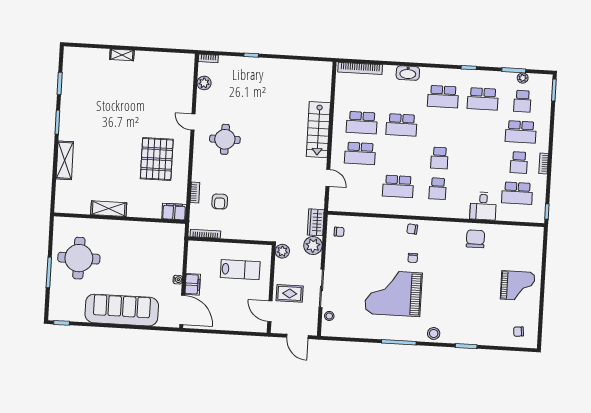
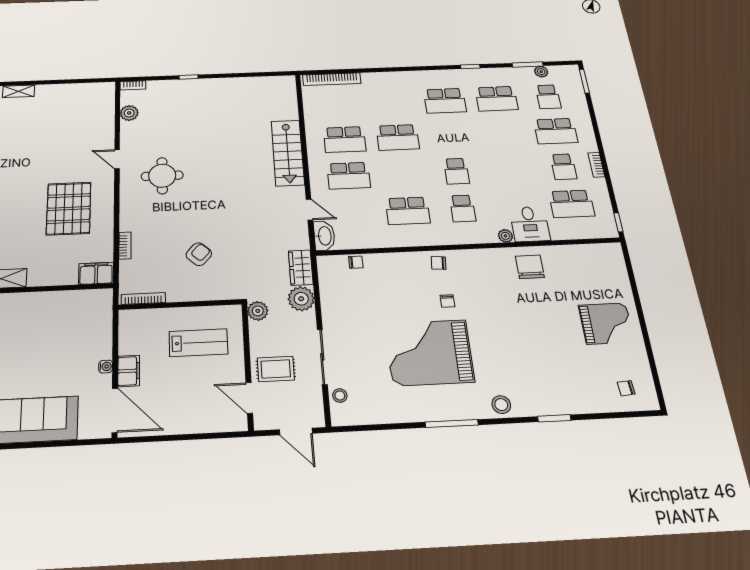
washbasin: (408, 73) -> (324, 236), moved, turned -90
armchair: (220, 201) -> (199, 254), moved, turned -138
plant: (464, 213) -> (505, 236), added
chair: (339, 232) -> (356, 262), moved

